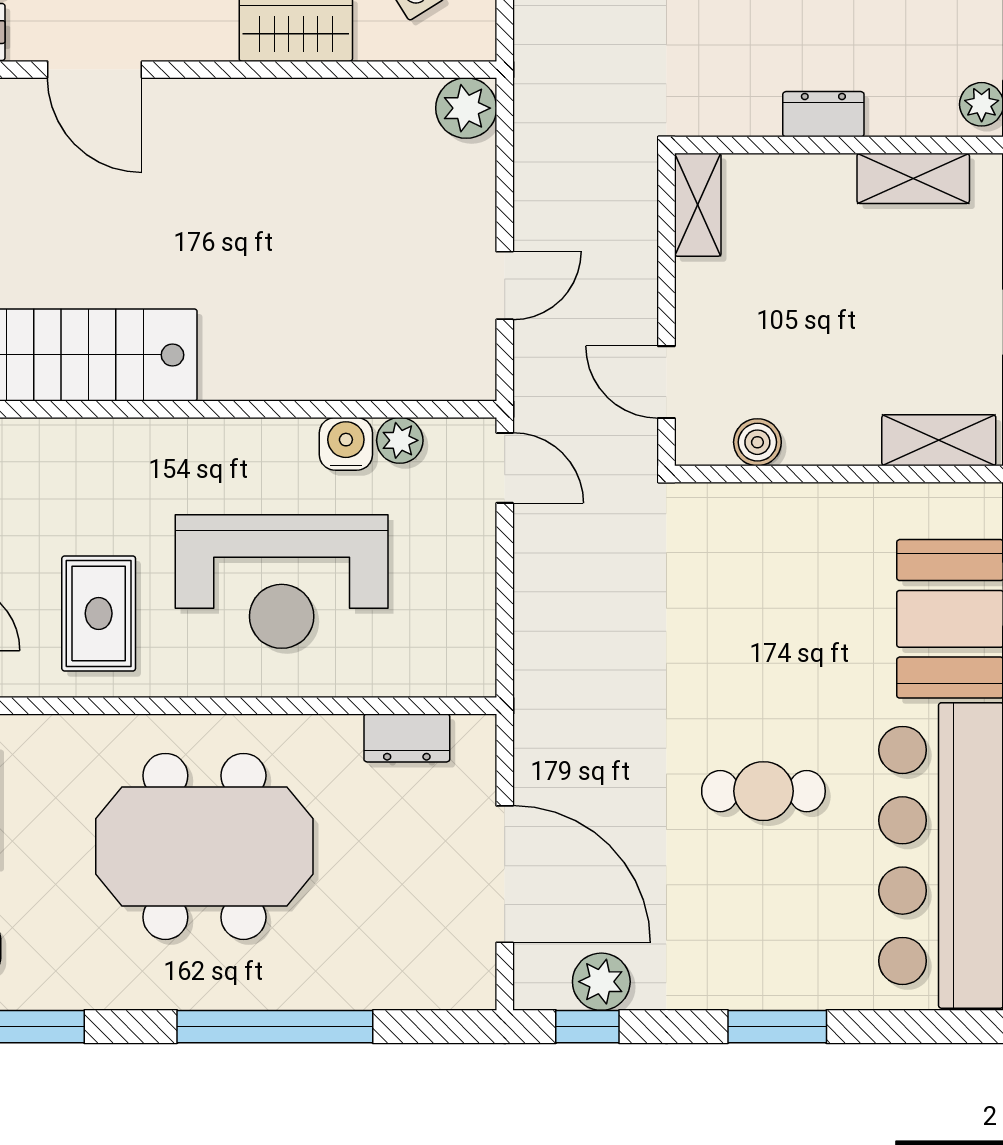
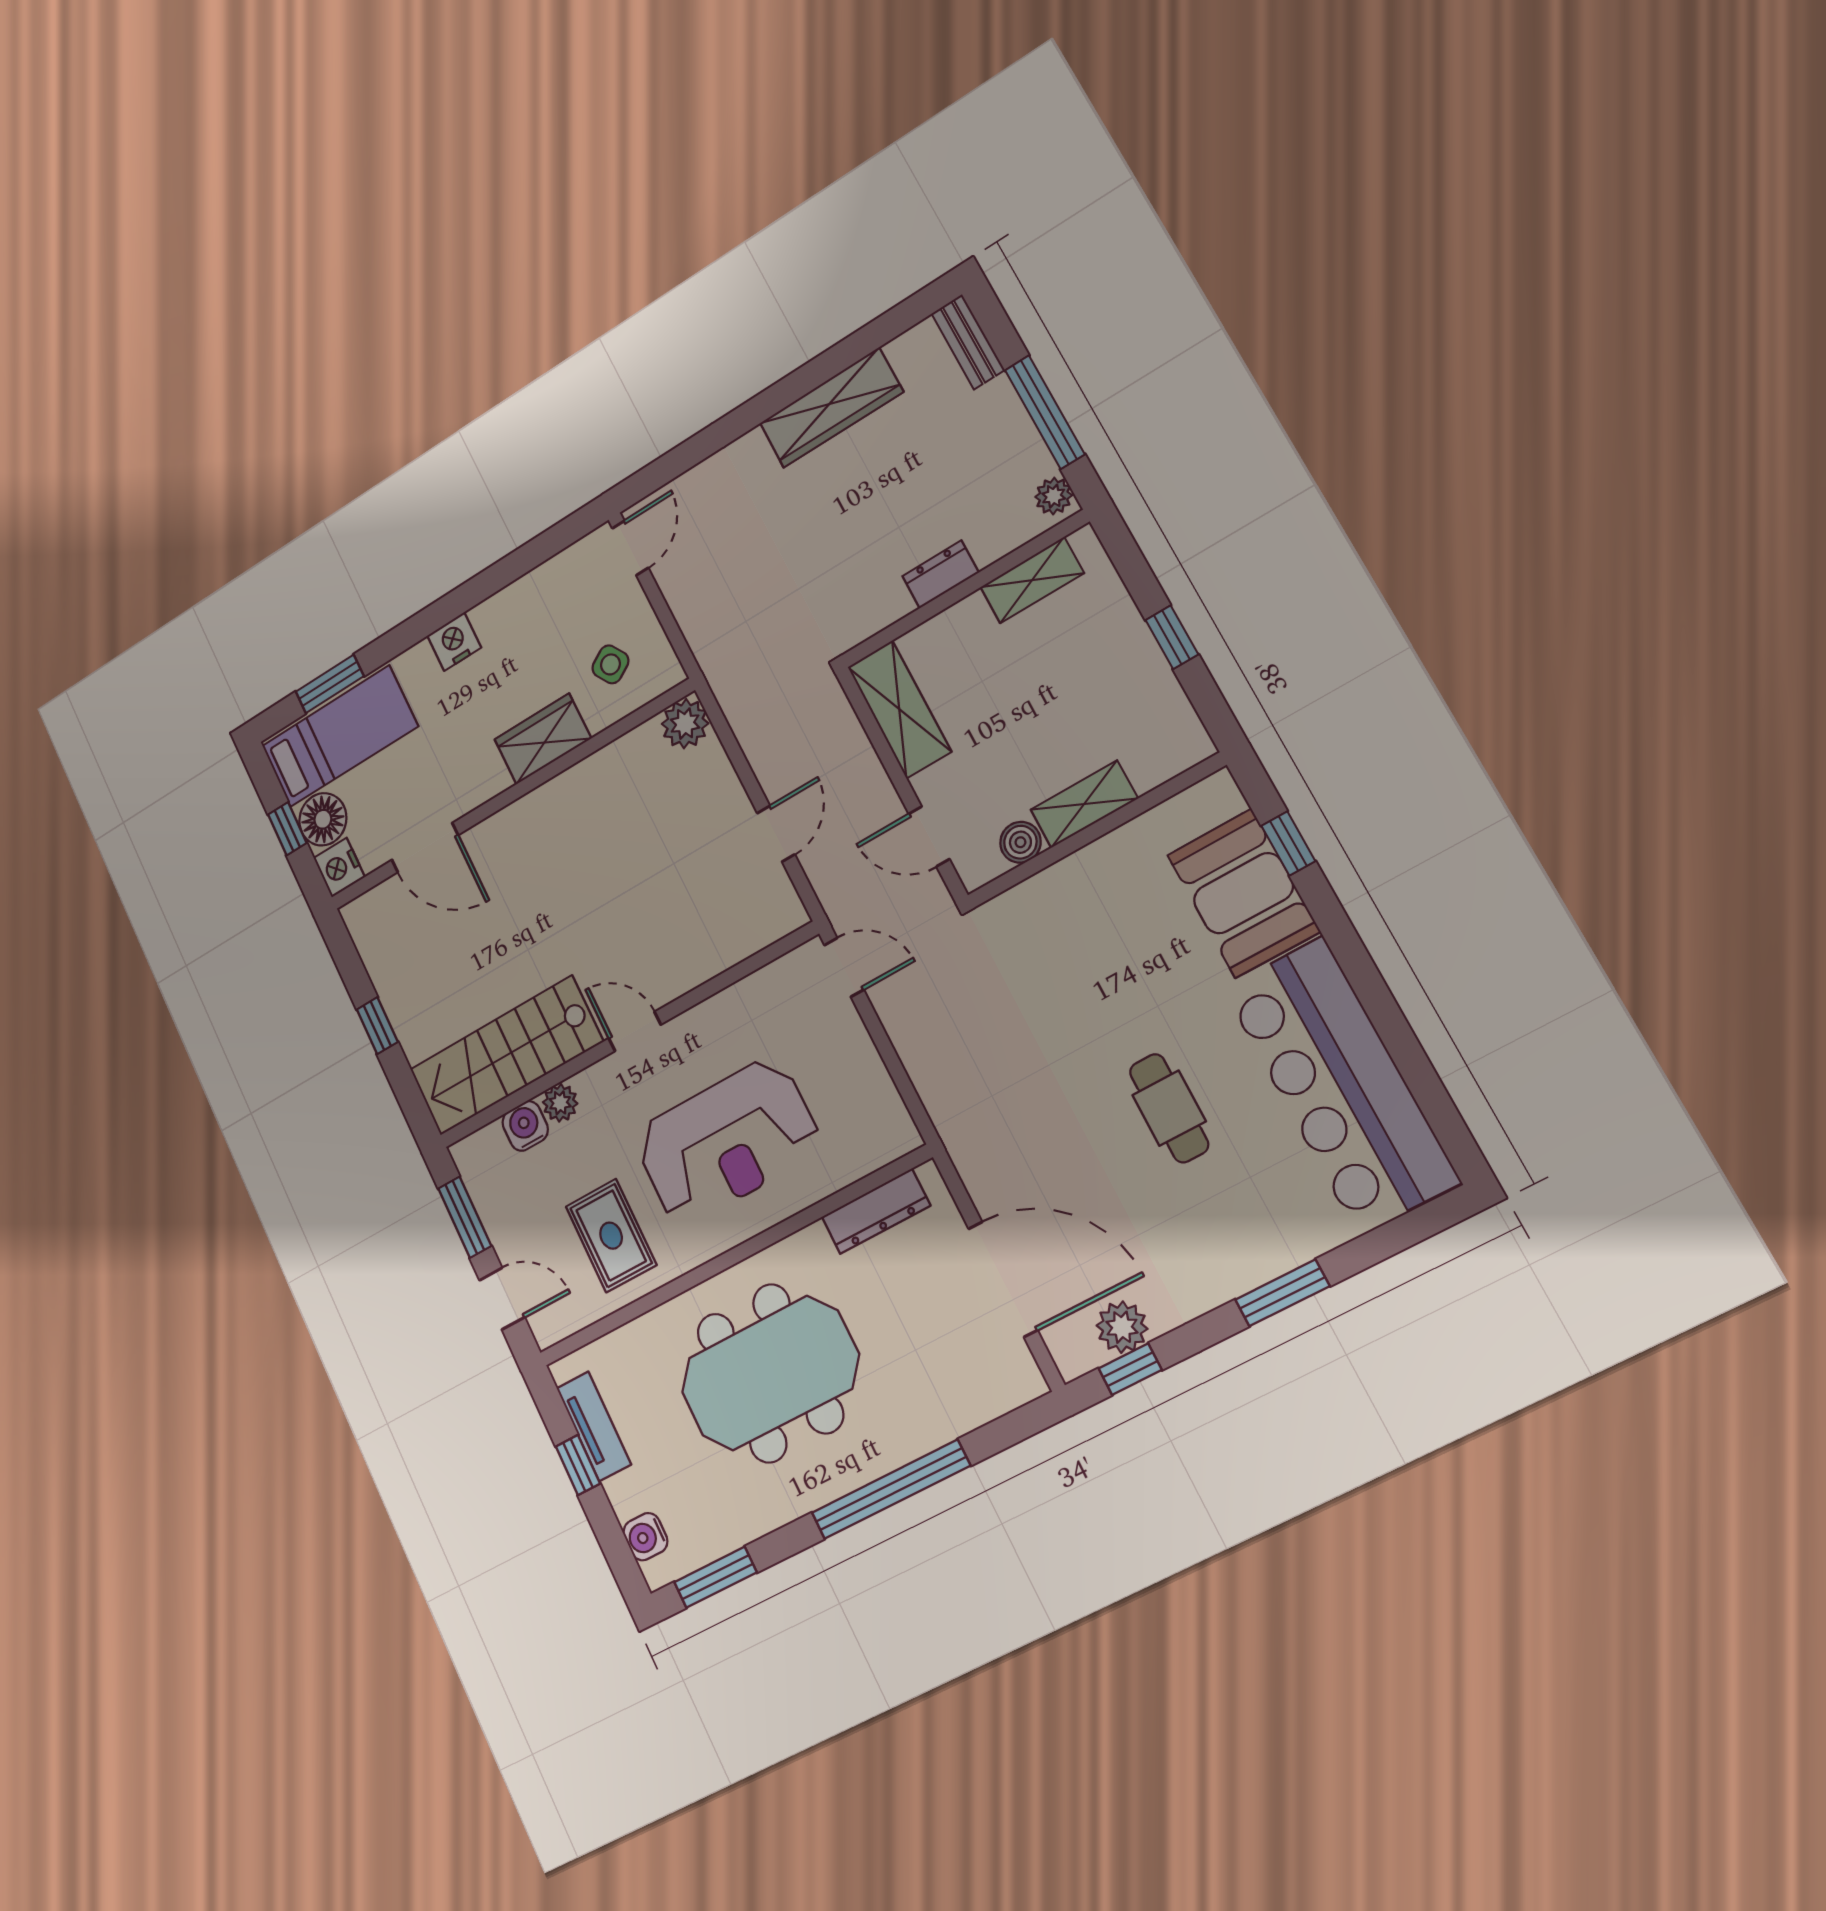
shelving: (698, 205) -> (899, 709), width x1.50, depth x1.33
door: (238, 409) -> (635, 1031), added
plant: (400, 440) -> (560, 1103), moved
shelving: (939, 440) -> (1084, 804), moved
water cooler: (346, 444) -> (525, 1126), moved
dresser: (407, 738) -> (876, 1211), width x1.44
cafe table: (763, 791) -> (1169, 1108), turned 90

